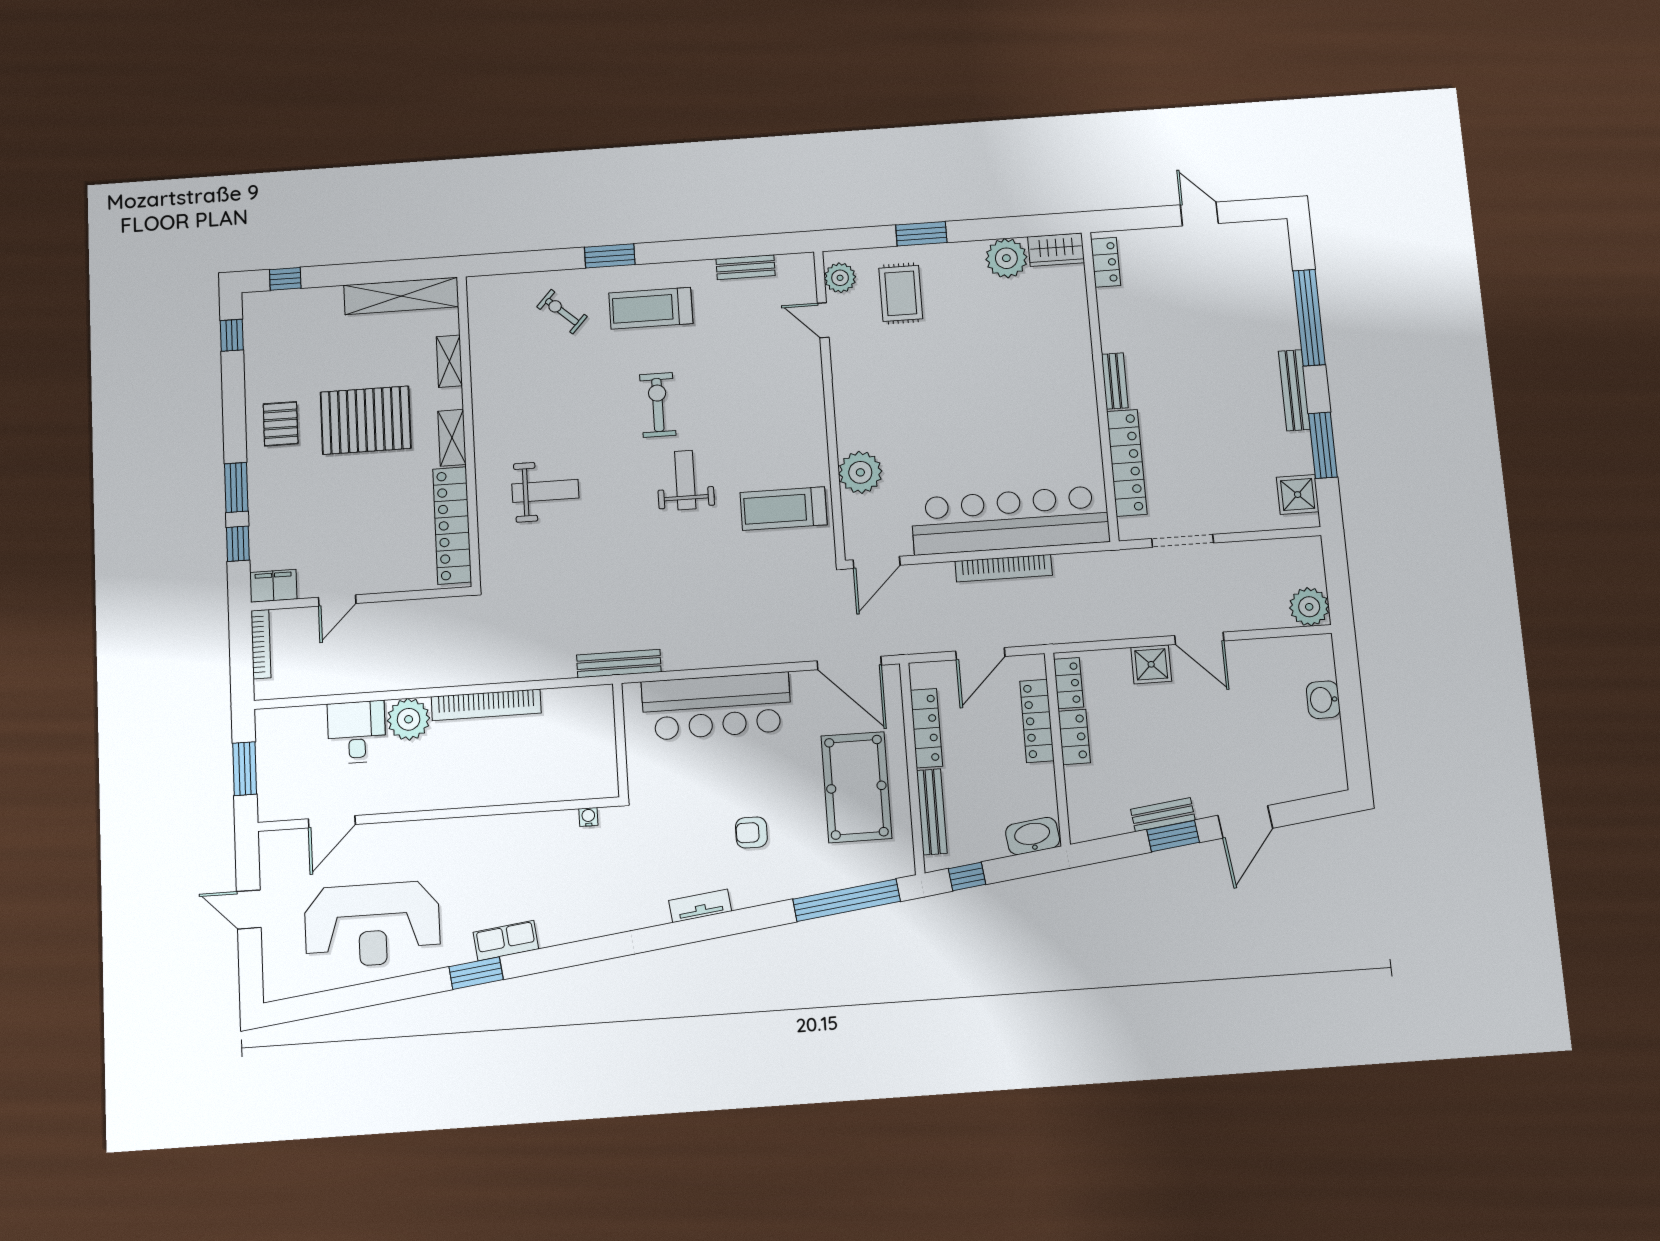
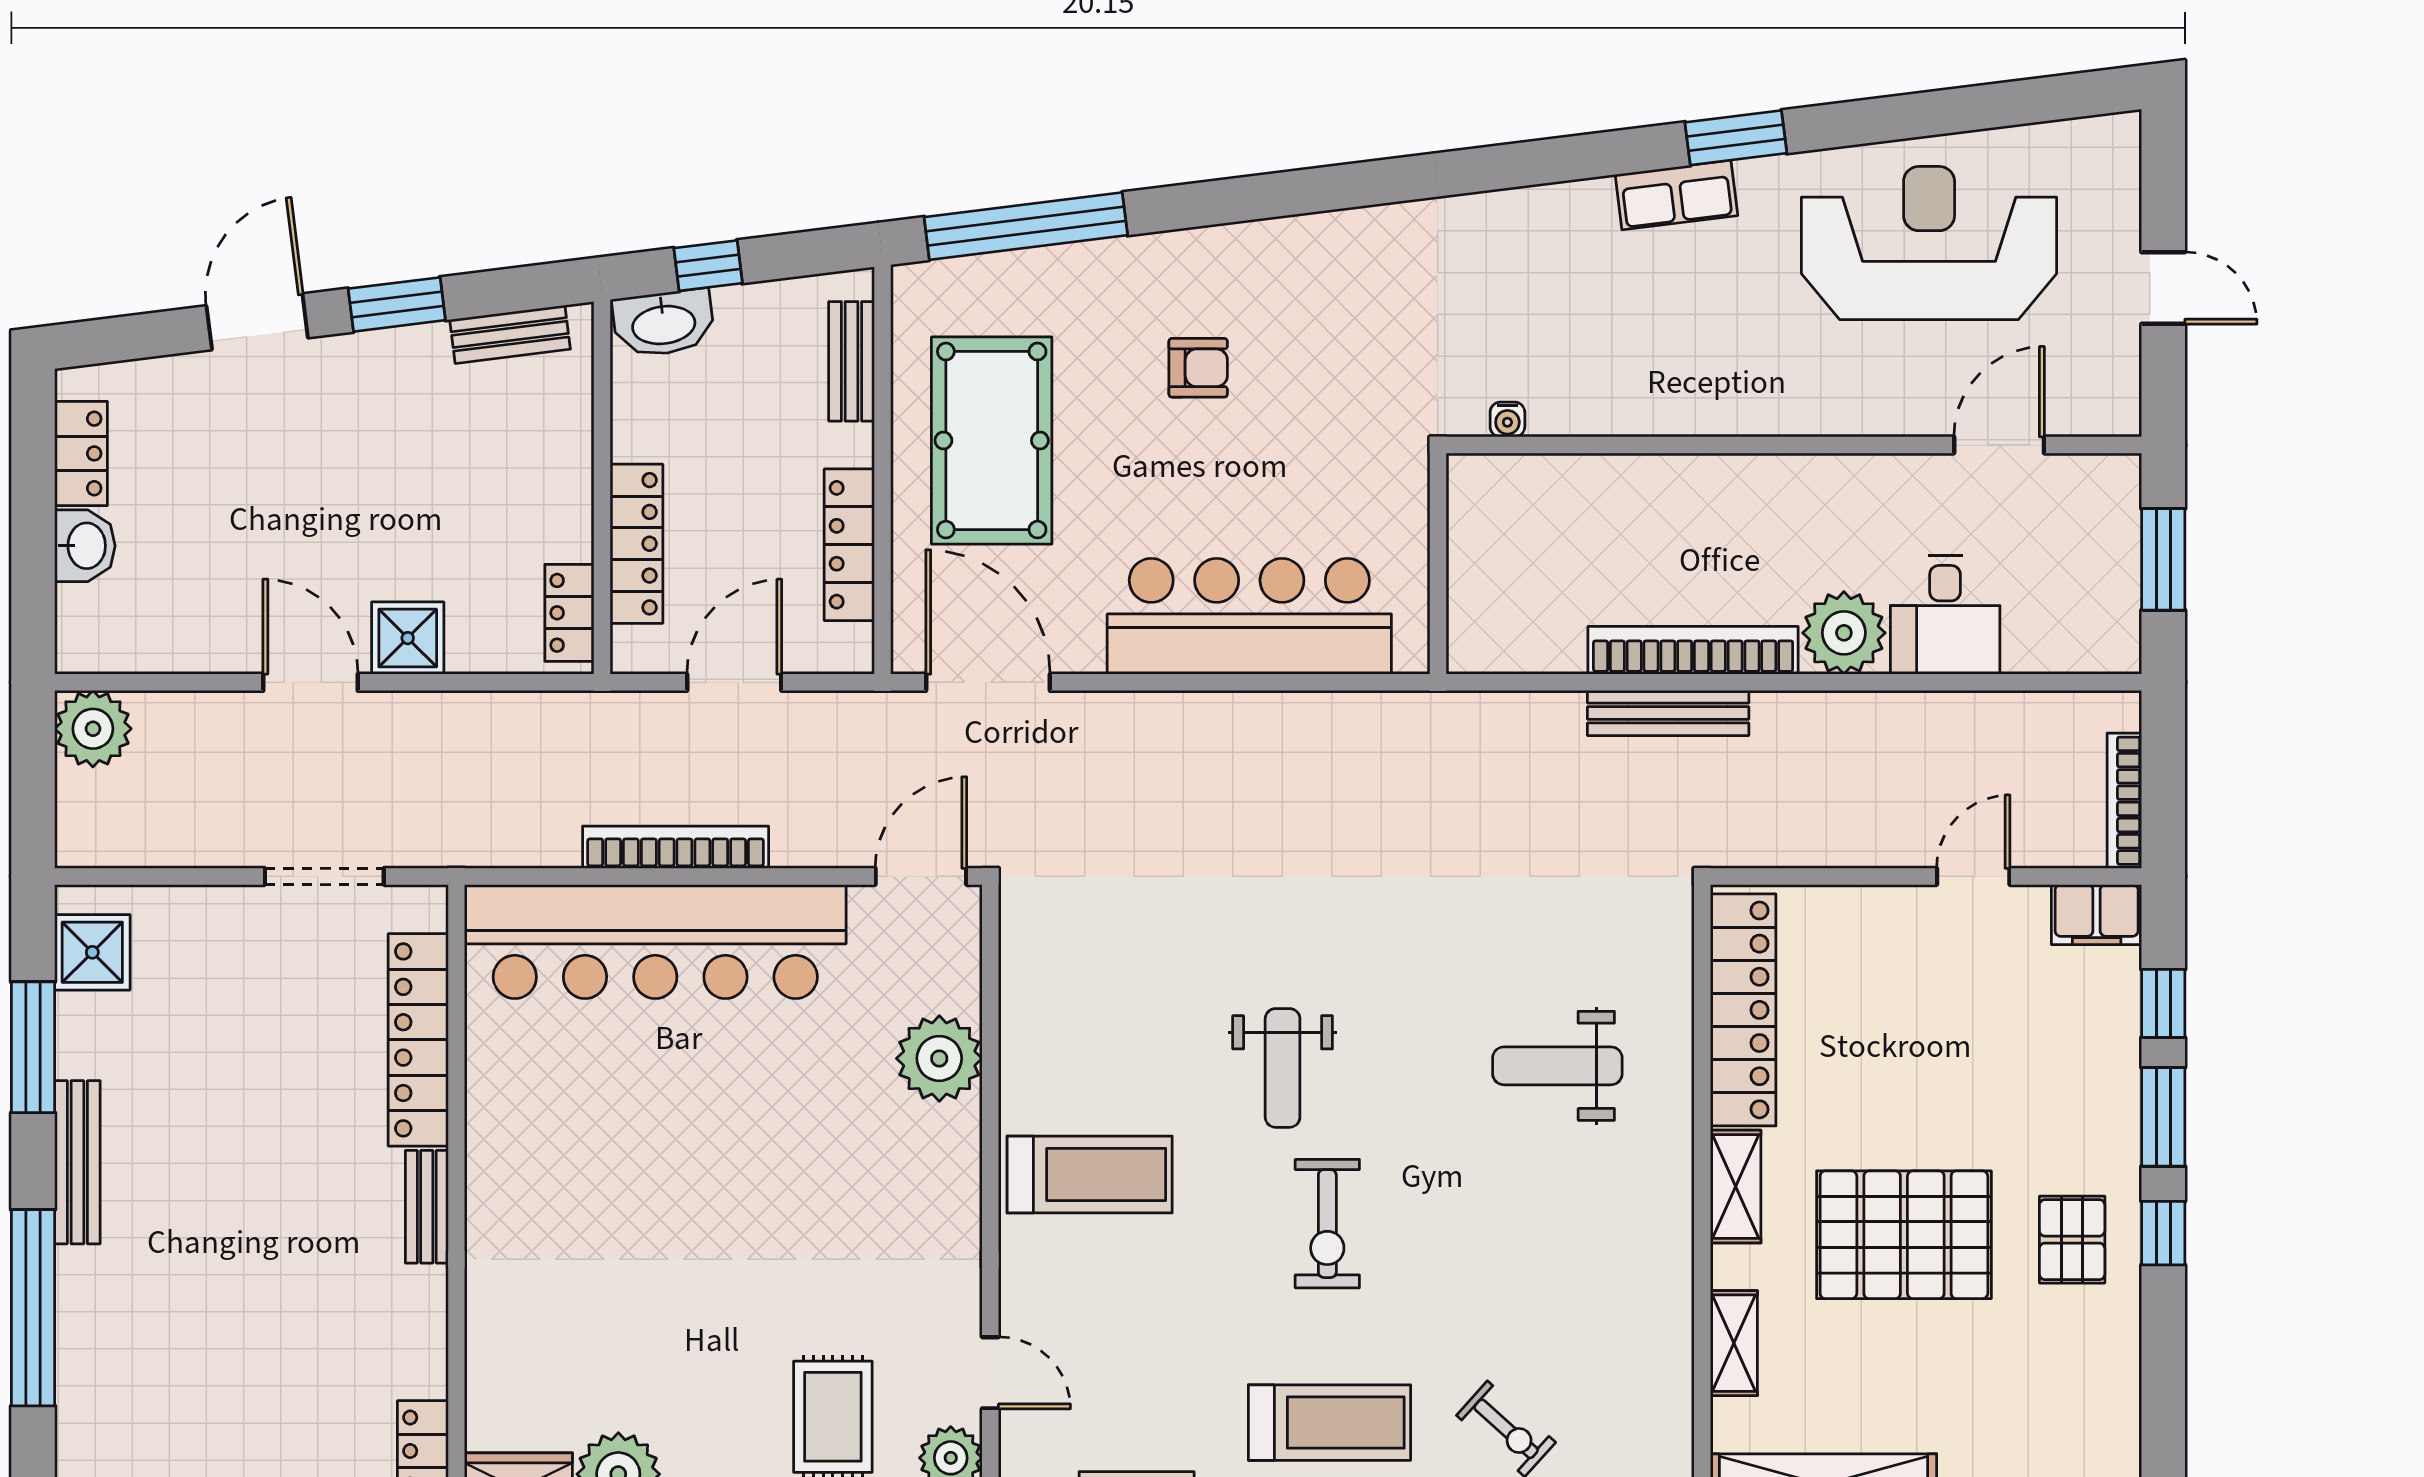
window: (232, 335) -> (2163, 1233), moved
treadmill: (784, 509) -> (1090, 1174), moved
bench: (619, 663) -> (1668, 713), moved
locker: (1074, 737) -> (81, 453), moved, turned 180
bench: (932, 812) -> (852, 361), width x0.73
bench: (1163, 815) -> (510, 334), moved
window: (967, 877) -> (708, 266), moved
tv unit: (700, 906) -> (1304, 235), removed

